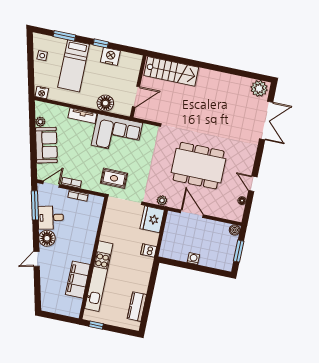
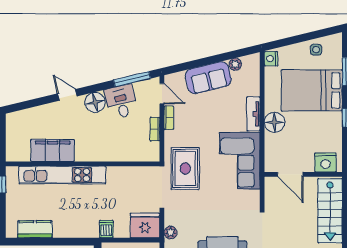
nightstand: (110, 56) -> (325, 163), moved, turned 90
bed: (74, 66) -> (312, 90), width x1.50
floor lamp: (105, 103) -> (275, 122), moved
rug: (114, 178) -> (185, 168), width x1.36, depth x1.43

